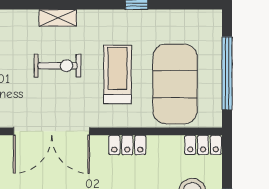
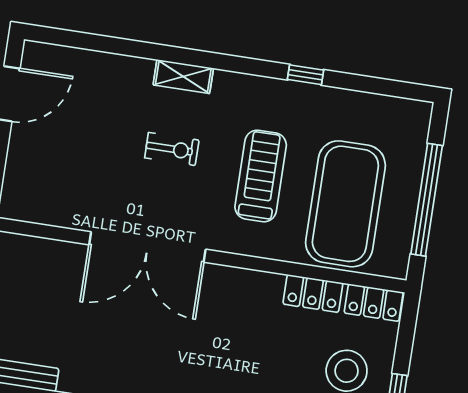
exercise bike: (58, 66) -> (172, 149), width x0.73, depth x0.72
locker: (127, 145) -> (313, 294), moved

